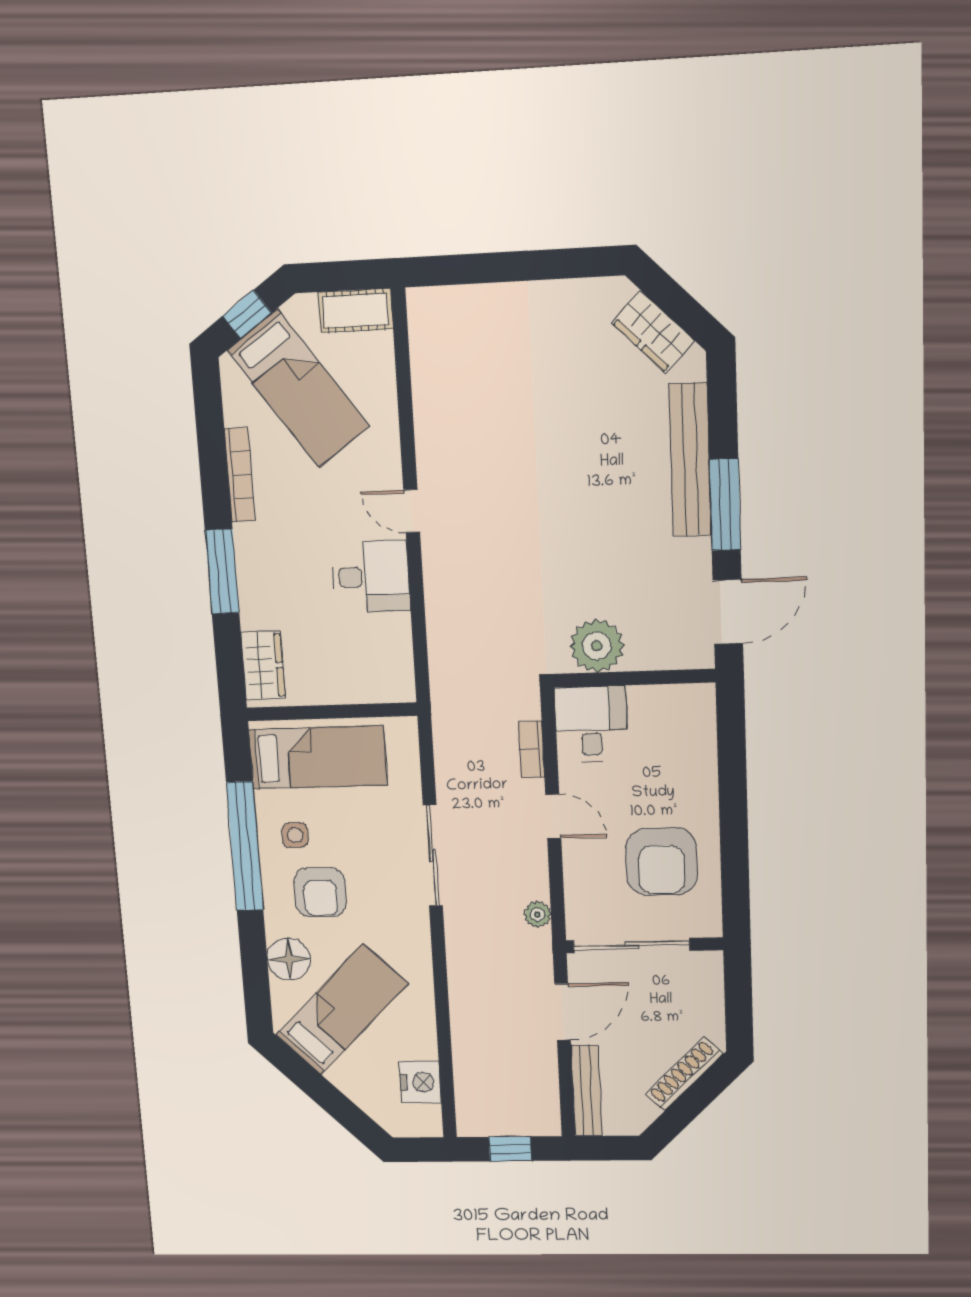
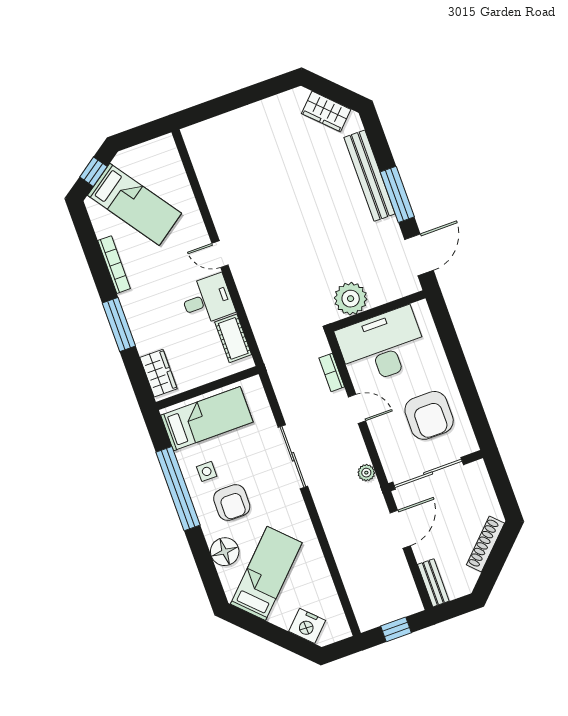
cot: (356, 311) -> (233, 338), moved, turned 90
desk: (591, 724) -> (382, 346), width x1.87, depth x1.30
nightstand: (420, 1082) -> (307, 626), moved, turned 135
bench: (587, 1091) -> (433, 583), width x0.73

